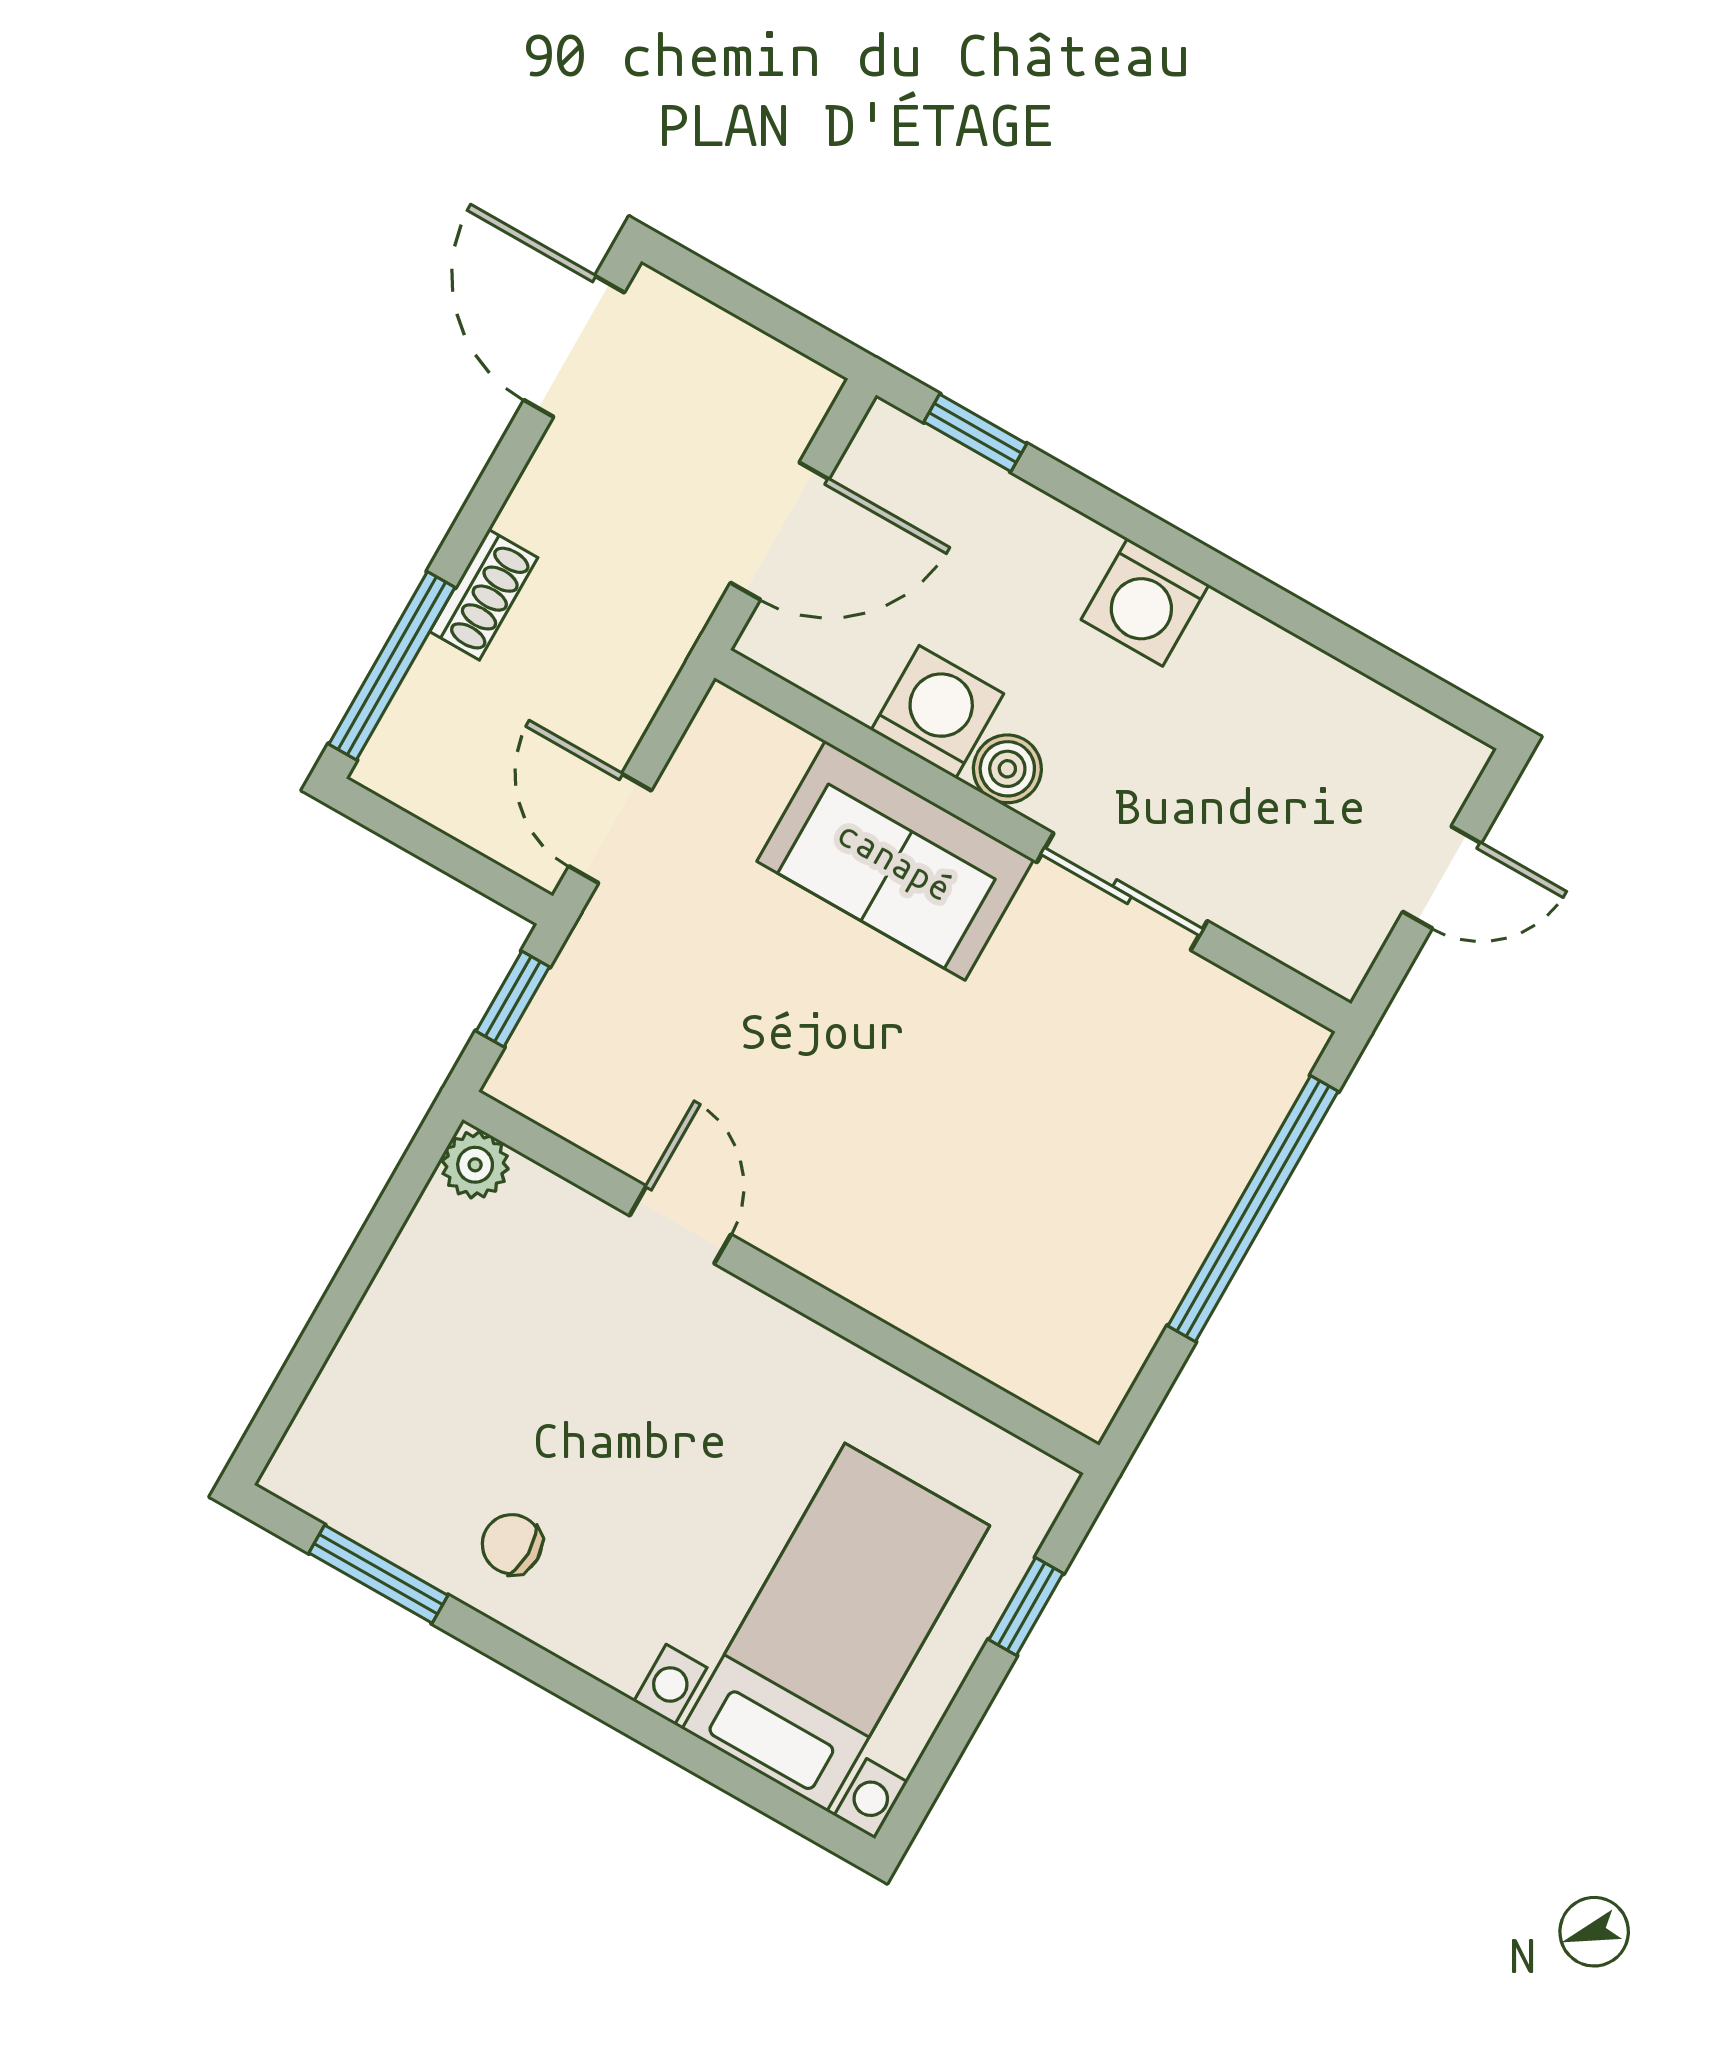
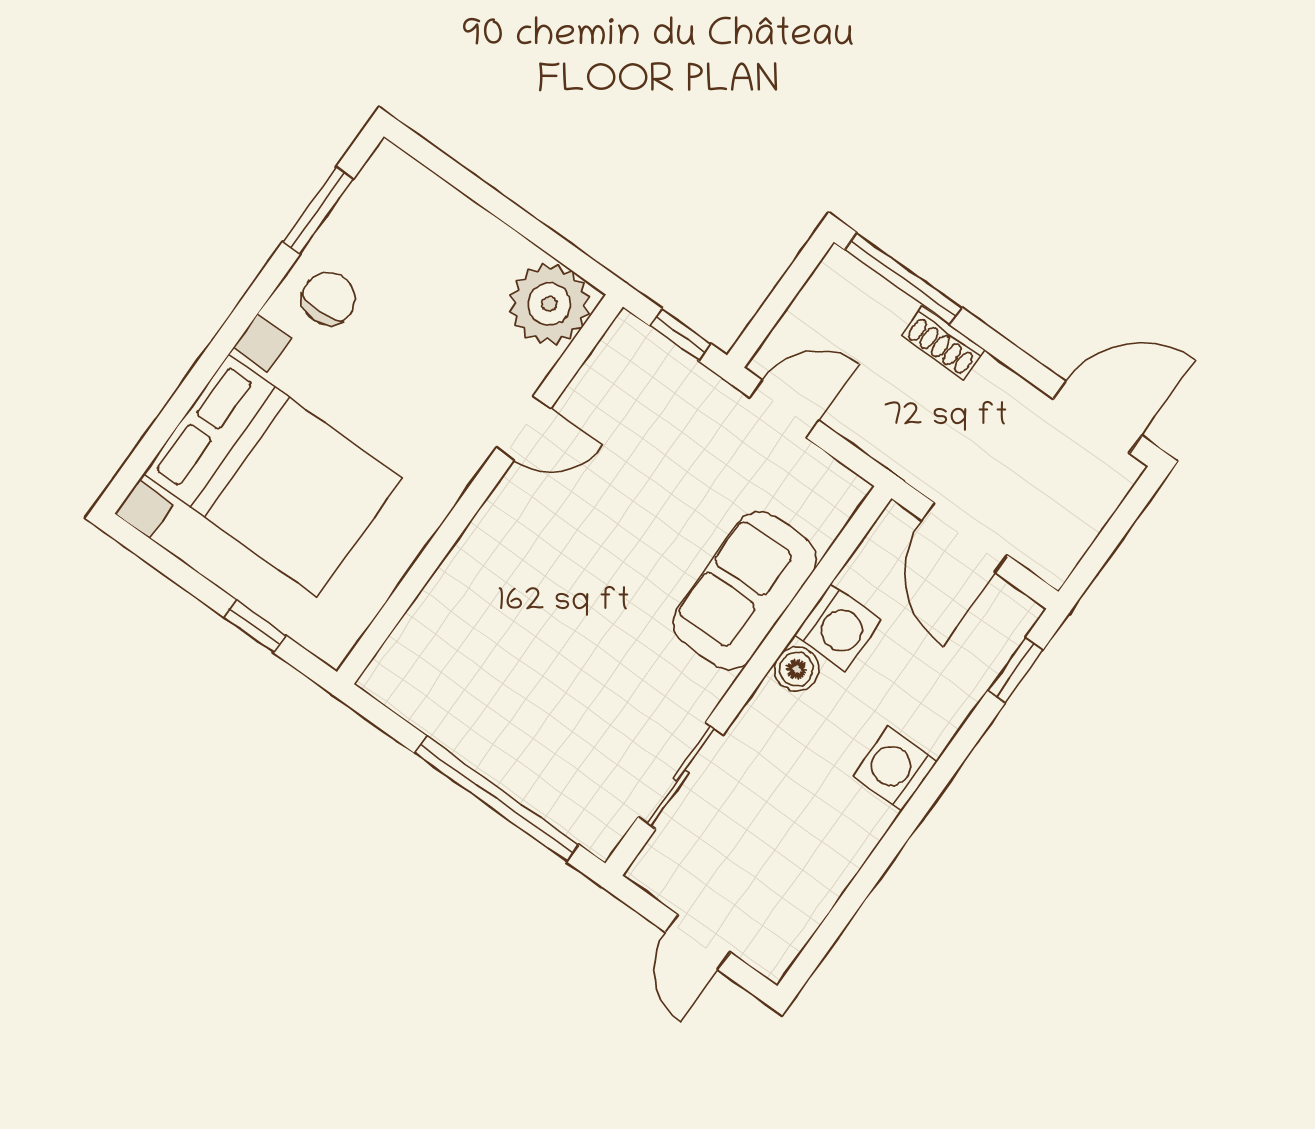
sliding door: (1122, 892) -> (681, 776), moved
plant: (475, 1165) -> (549, 304), width x1.88, depth x1.88
chair: (512, 1544) -> (329, 299), width x1.37, depth x1.37
bed with nightstands: (836, 1627) -> (273, 476), width x1.36

